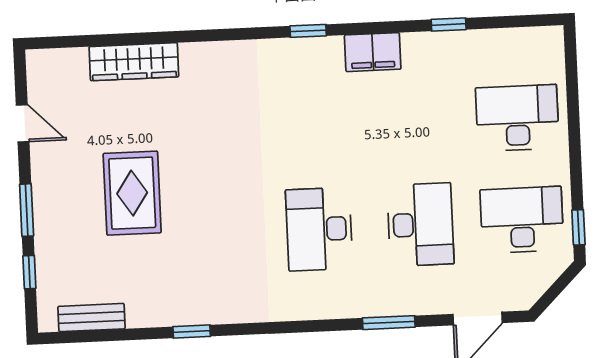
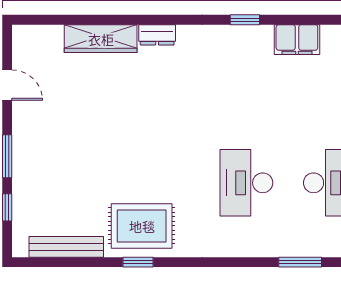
dresser: (202, 54) -> (157, 35), added
rug: (132, 193) -> (142, 226), moved, turned 90
bench: (92, 318) -> (66, 247), width x1.36

